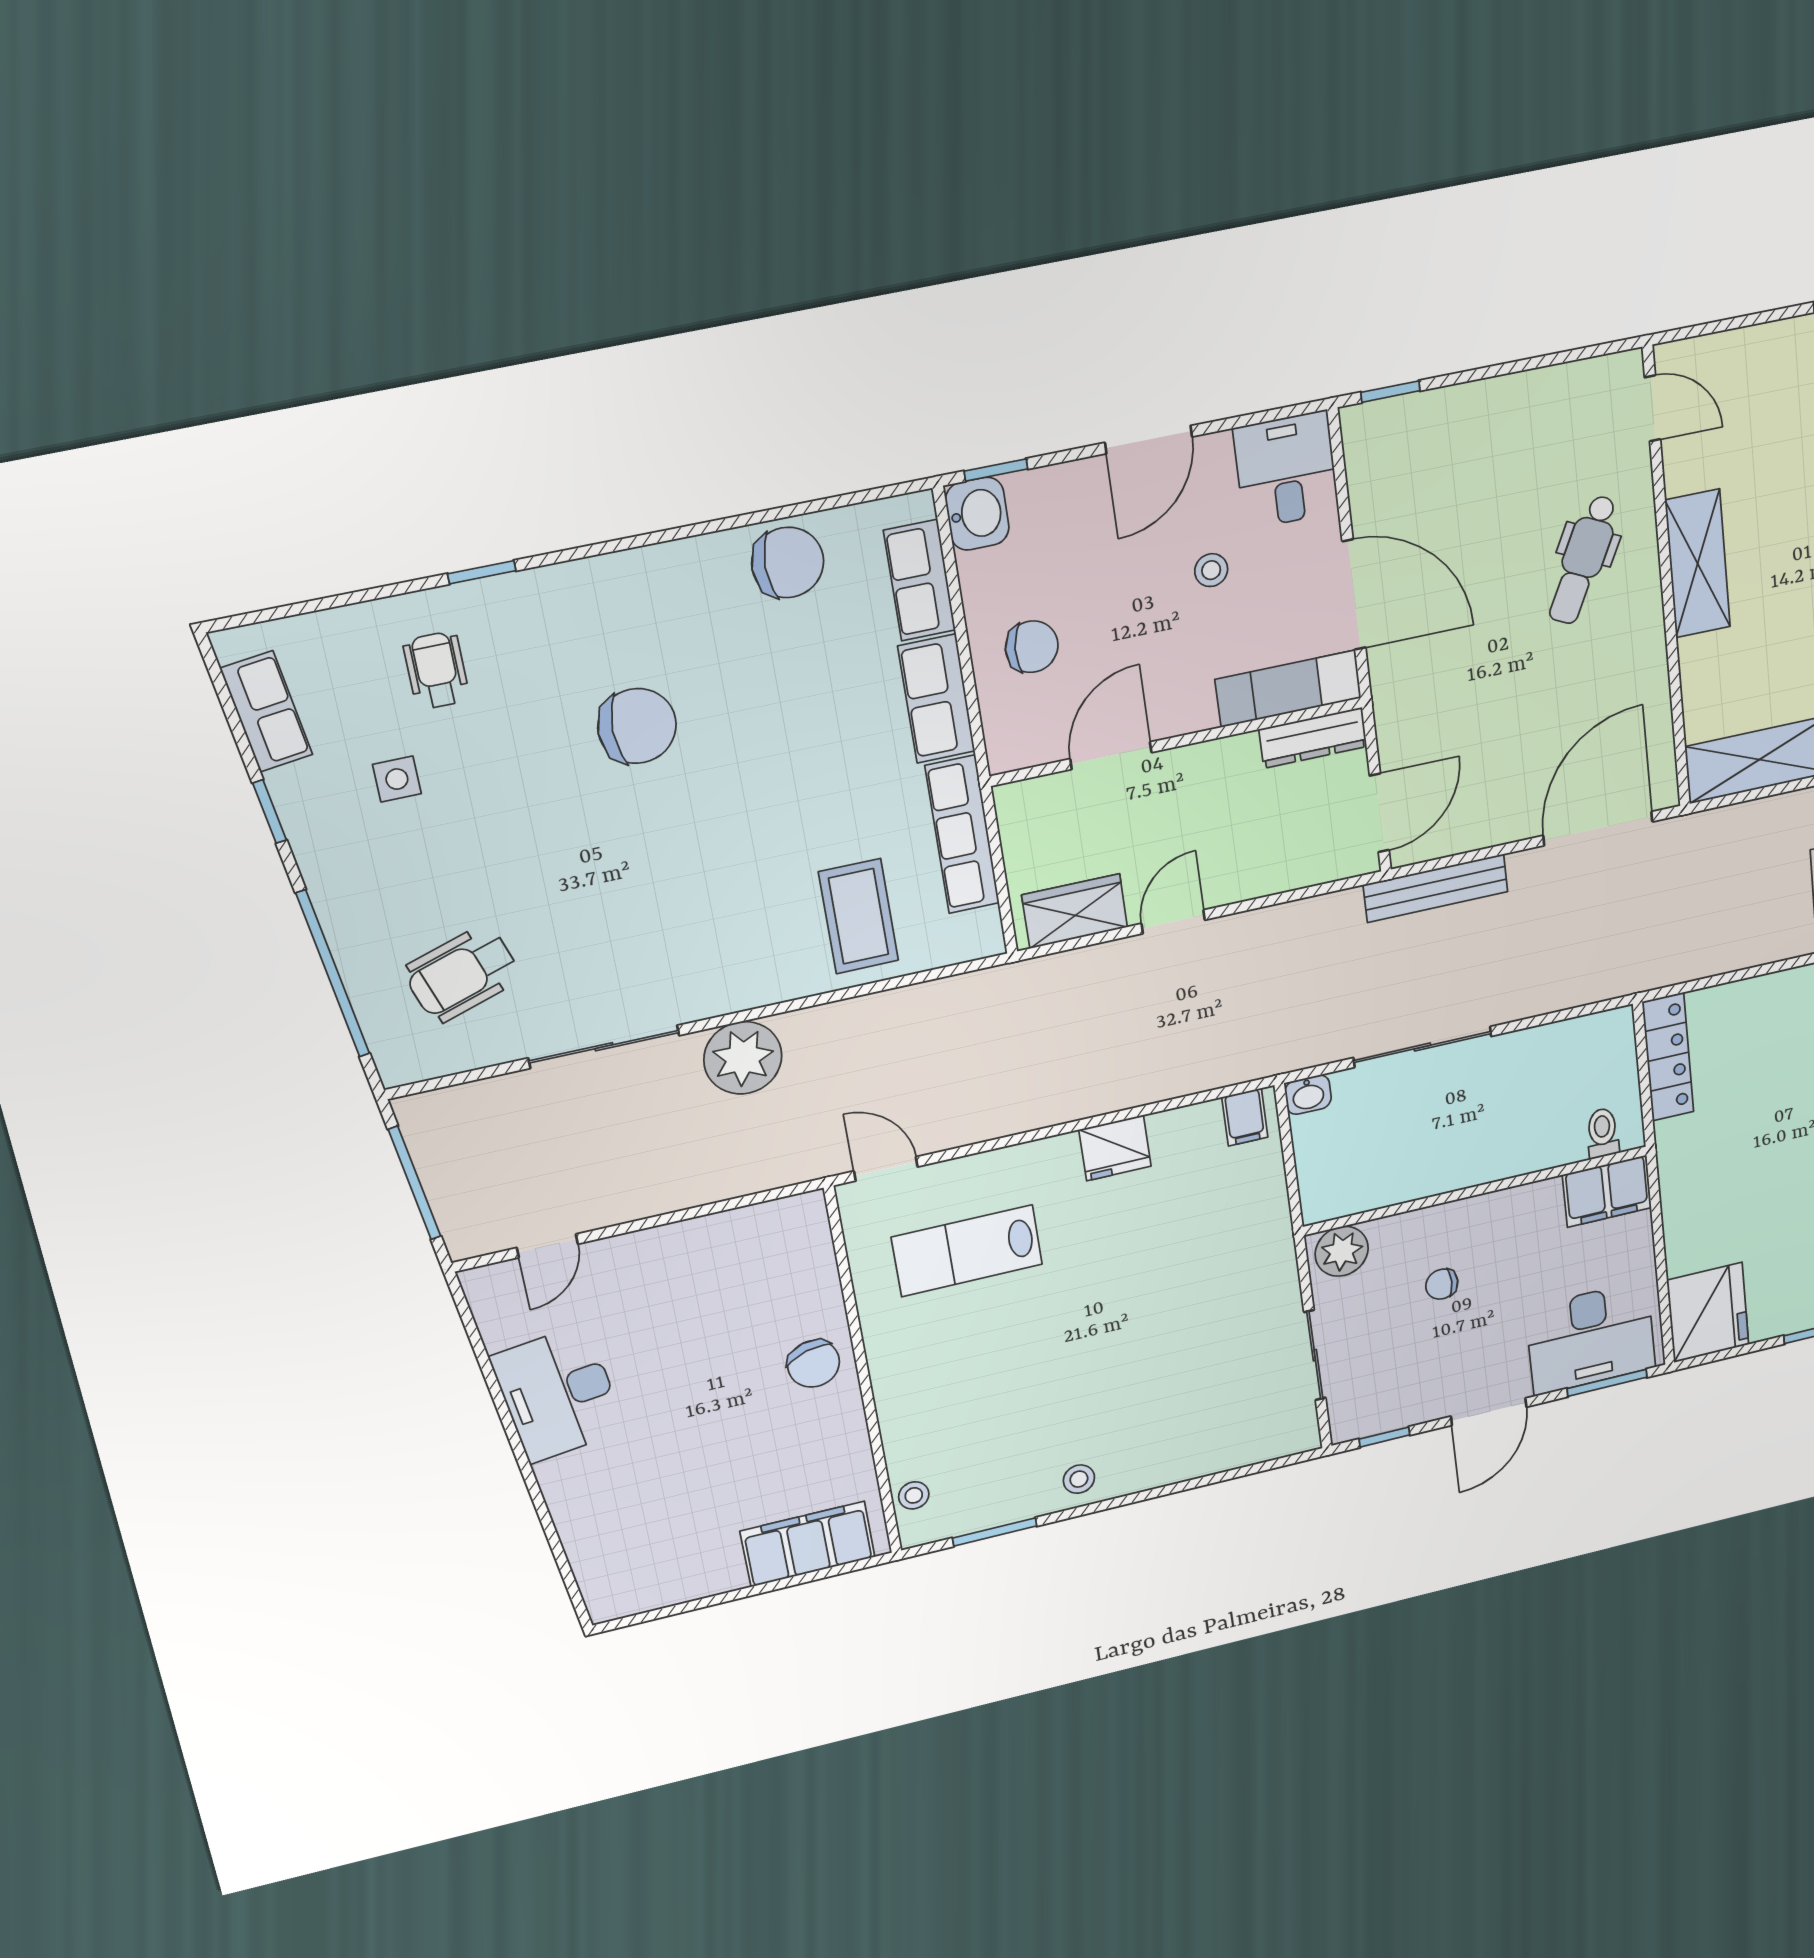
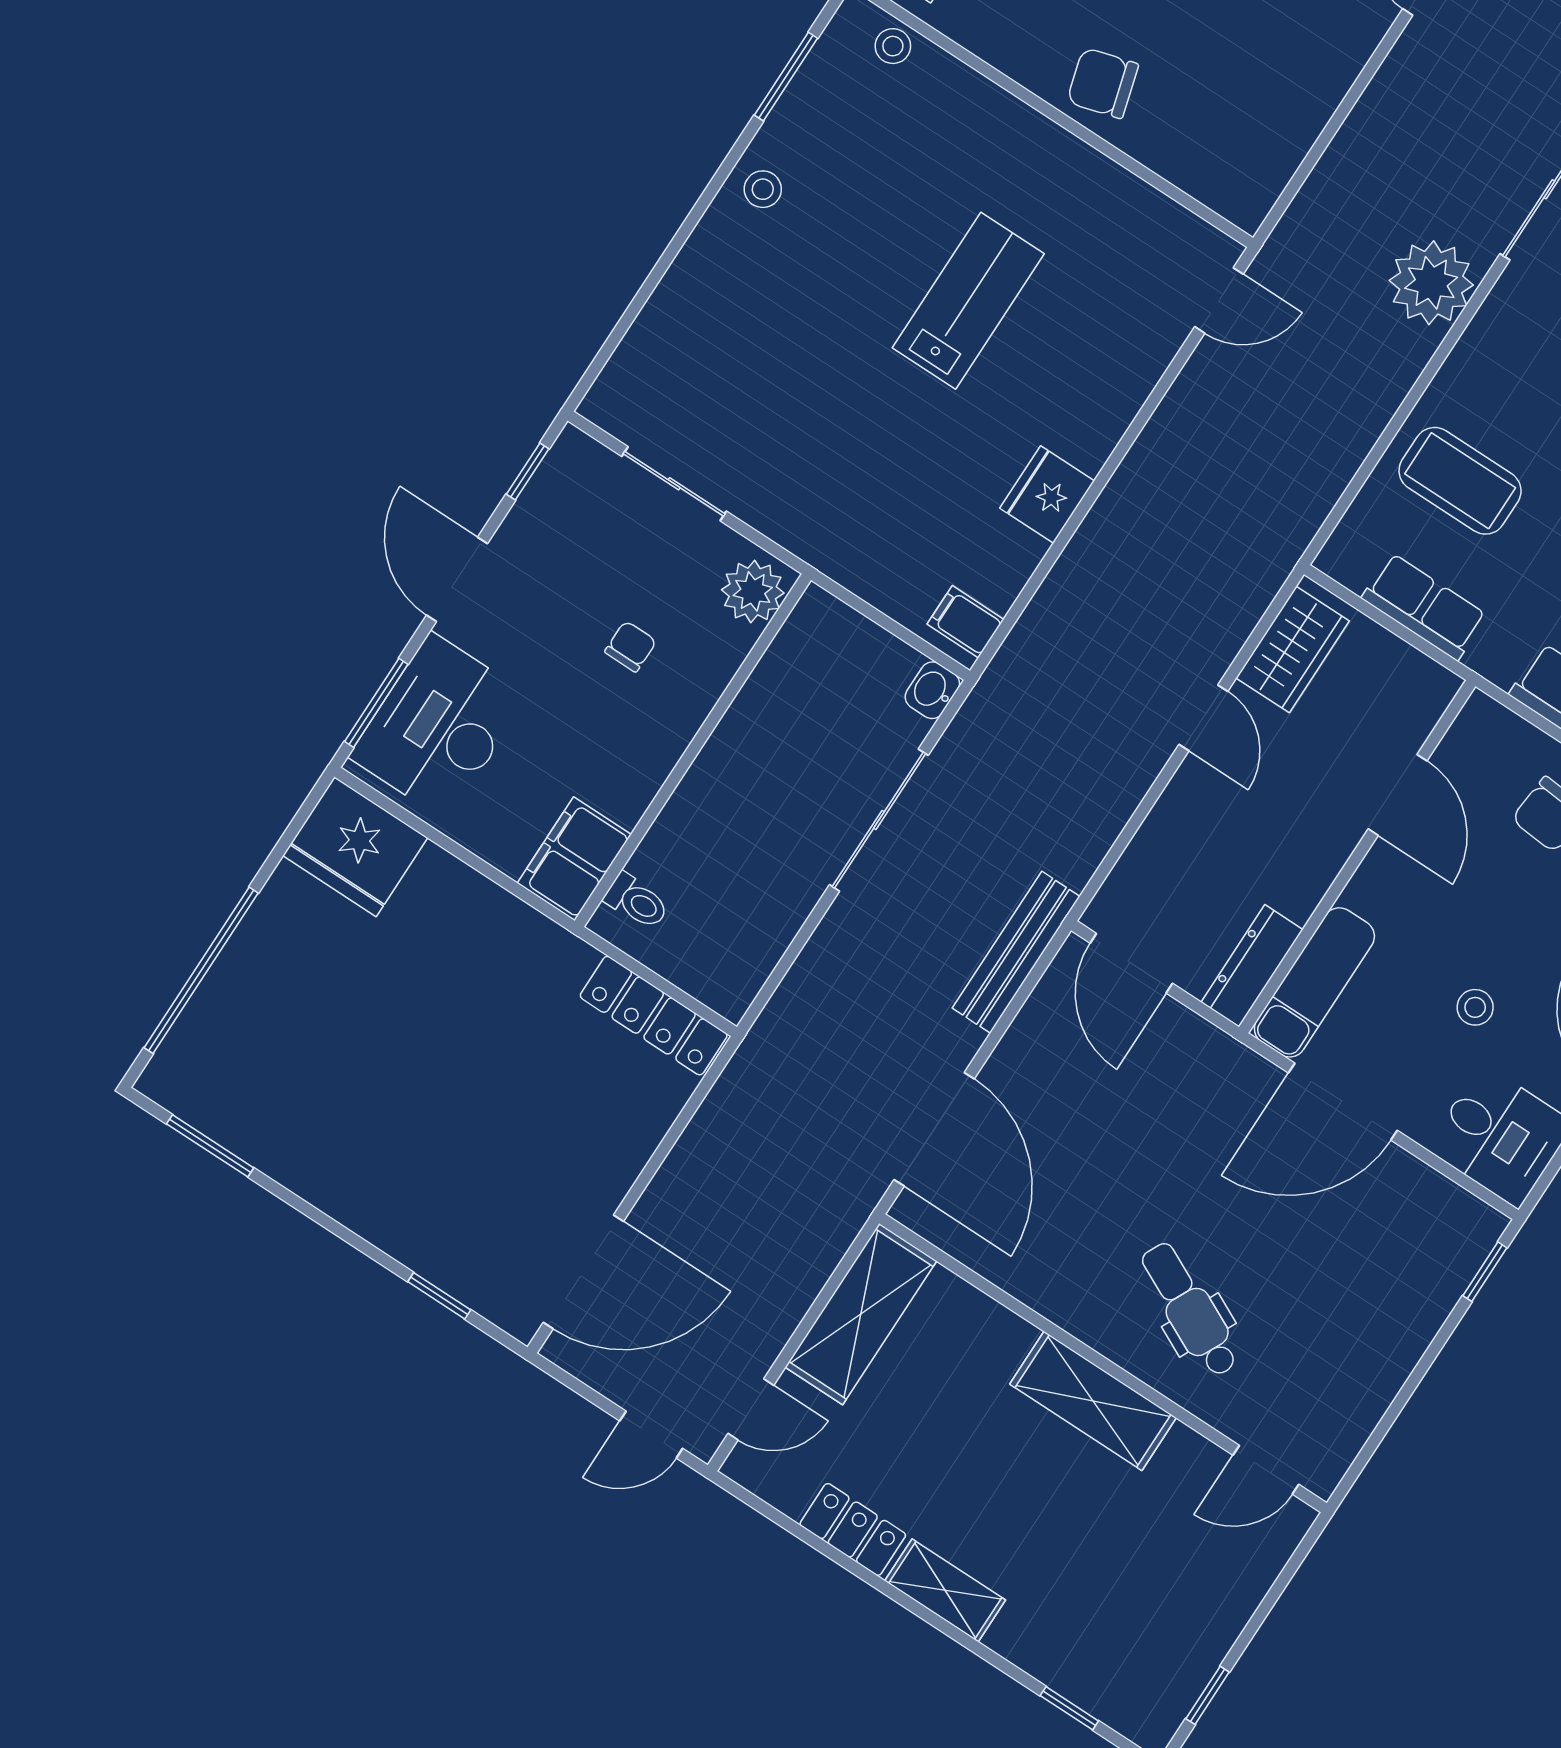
row of seats: (962, 835) -> (1424, 607), width x0.68
lab bench: (967, 1251) -> (968, 301), moved

